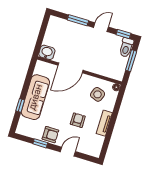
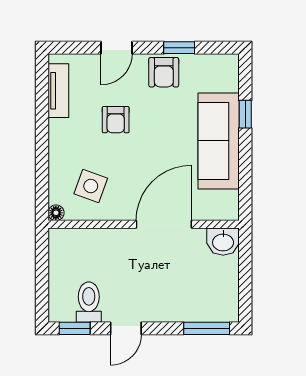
window: (78, 20) -> (207, 328), moved
toilet: (126, 47) -> (89, 302), moved
window: (131, 61) -> (42, 277), removed
tv unit: (104, 123) -> (58, 91), moved
armchair: (50, 135) -> (164, 72), turned -90

